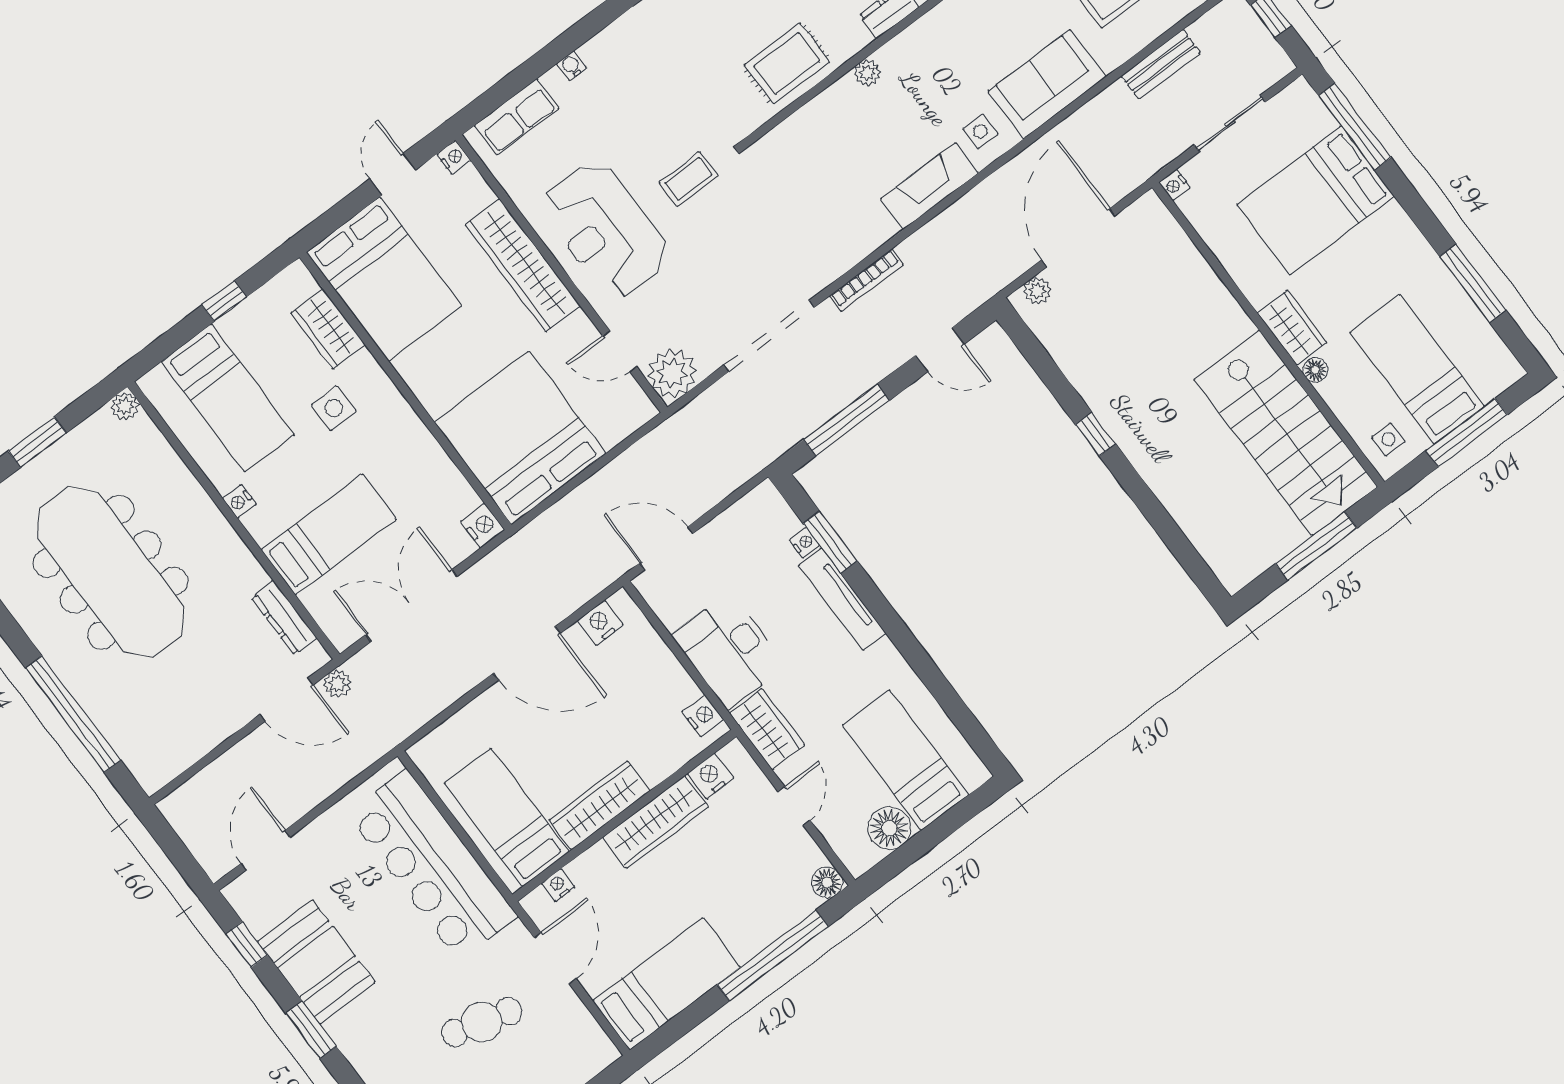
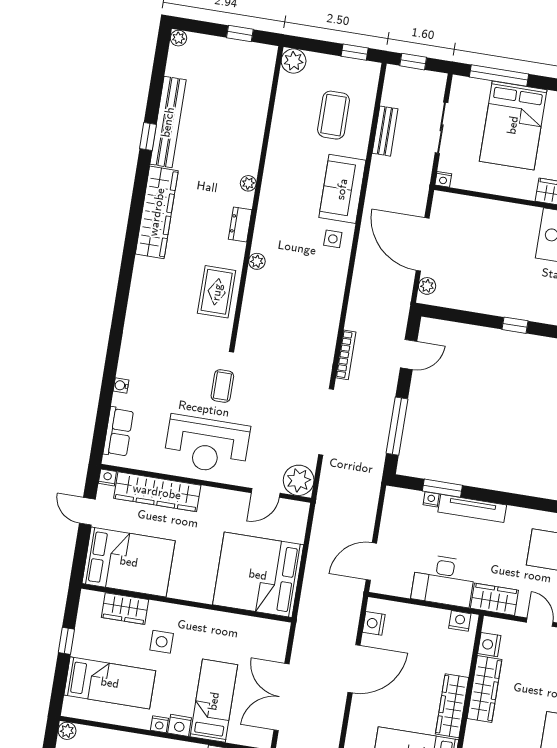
fireplace: (929, 186) -> (333, 285), removed
wardrobe: (523, 265) -> (157, 492), moved
nightstand: (483, 526) -> (180, 725), moved, turned 180

